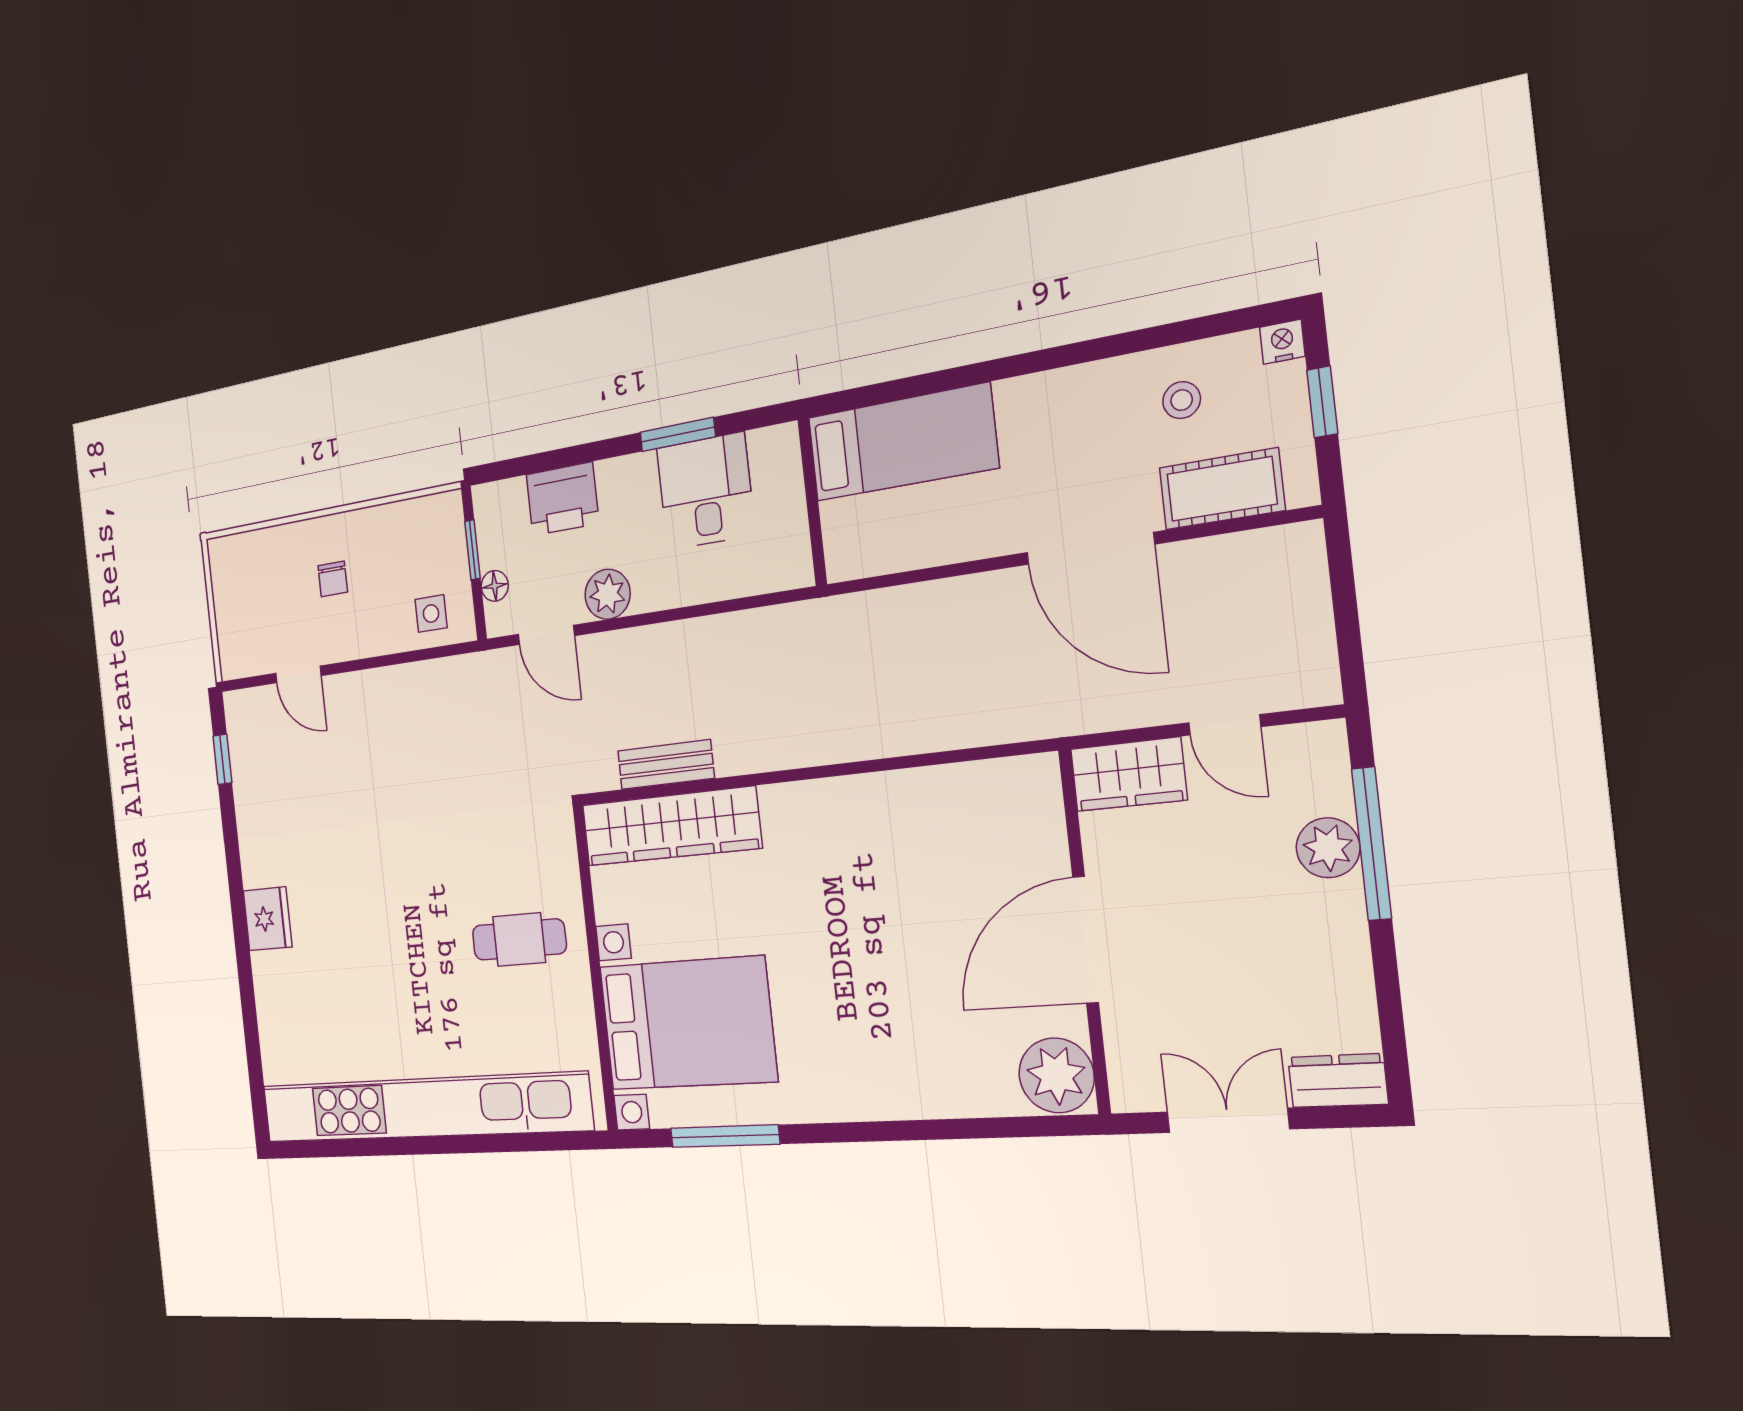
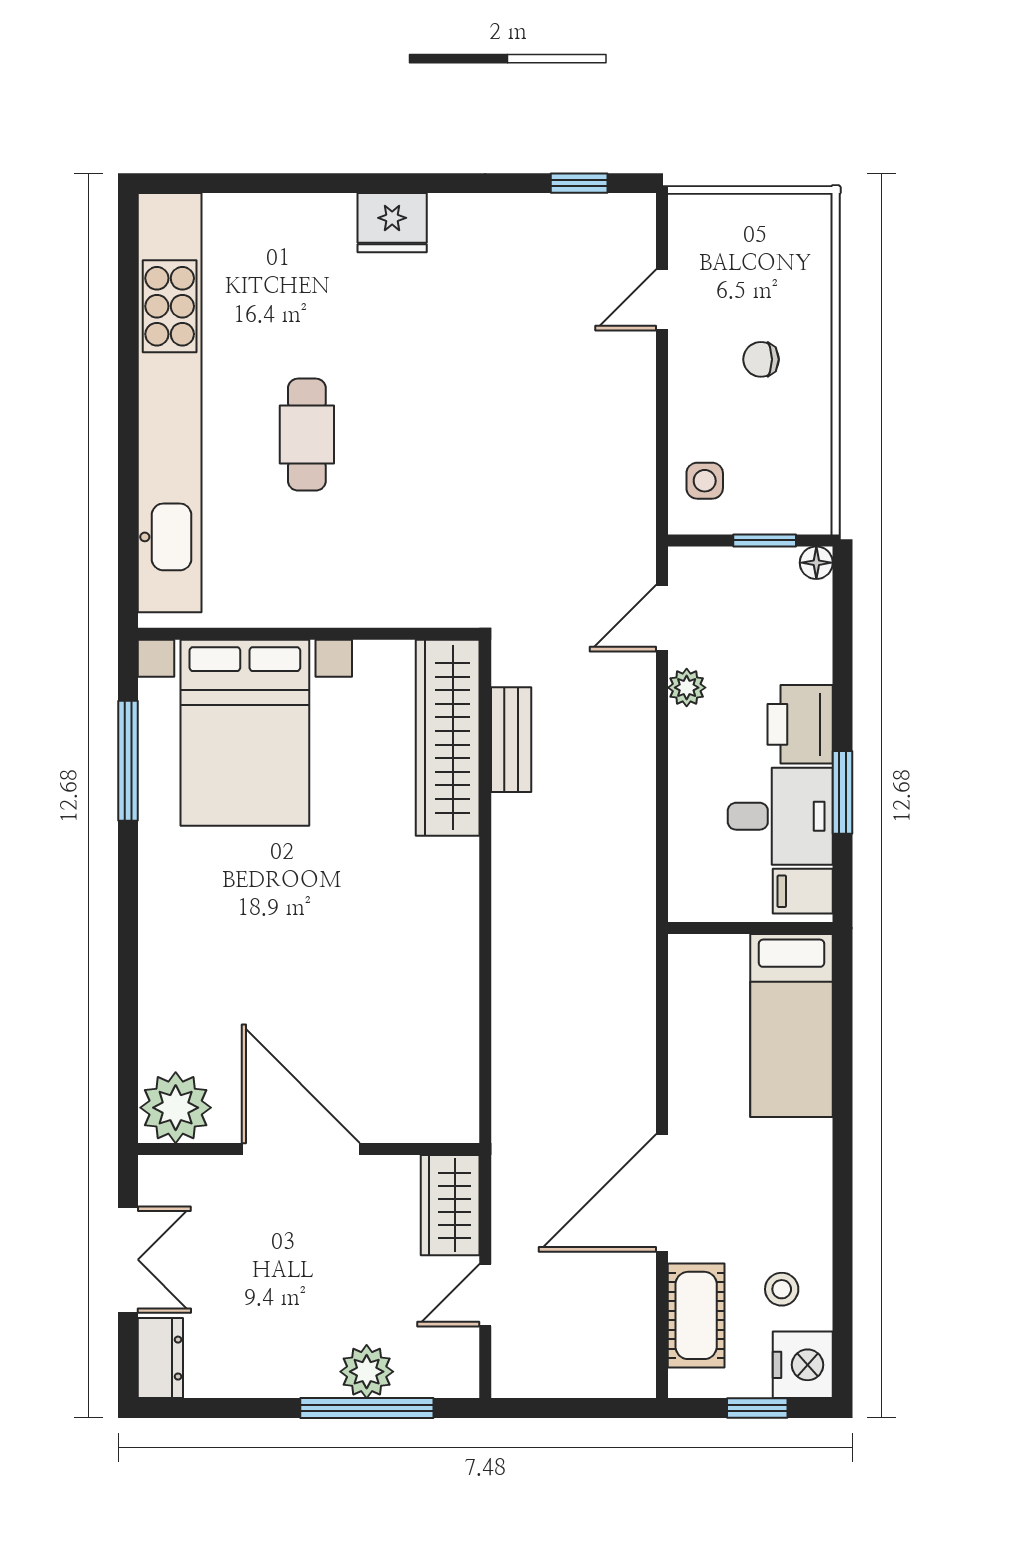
nightstand: (1282, 342) -> (803, 1365), width x1.89, depth x1.79
filing cabinet: (772, 456) -> (803, 891), added
printer: (562, 499) -> (800, 724), moved
floor lamp: (495, 586) -> (816, 563), moved
plant: (608, 594) -> (687, 688), width x0.73, depth x0.73
cafe table: (519, 939) -> (307, 435), moved

